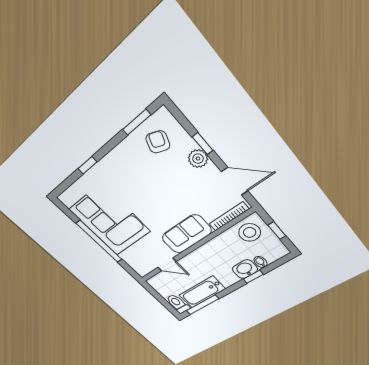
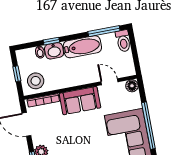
floor lamp: (142, 270) -> (132, 86), added
bathtub: (202, 292) -> (82, 47), moved

